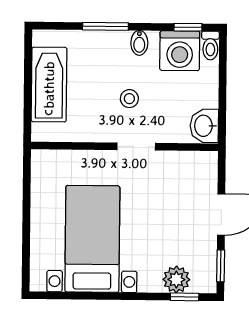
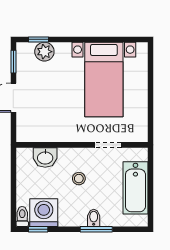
bidet: (139, 43) -> (94, 218), moved
washbasin: (204, 126) -> (45, 157), moved, turned 90
doorway: (136, 147) -> (108, 145), moved

